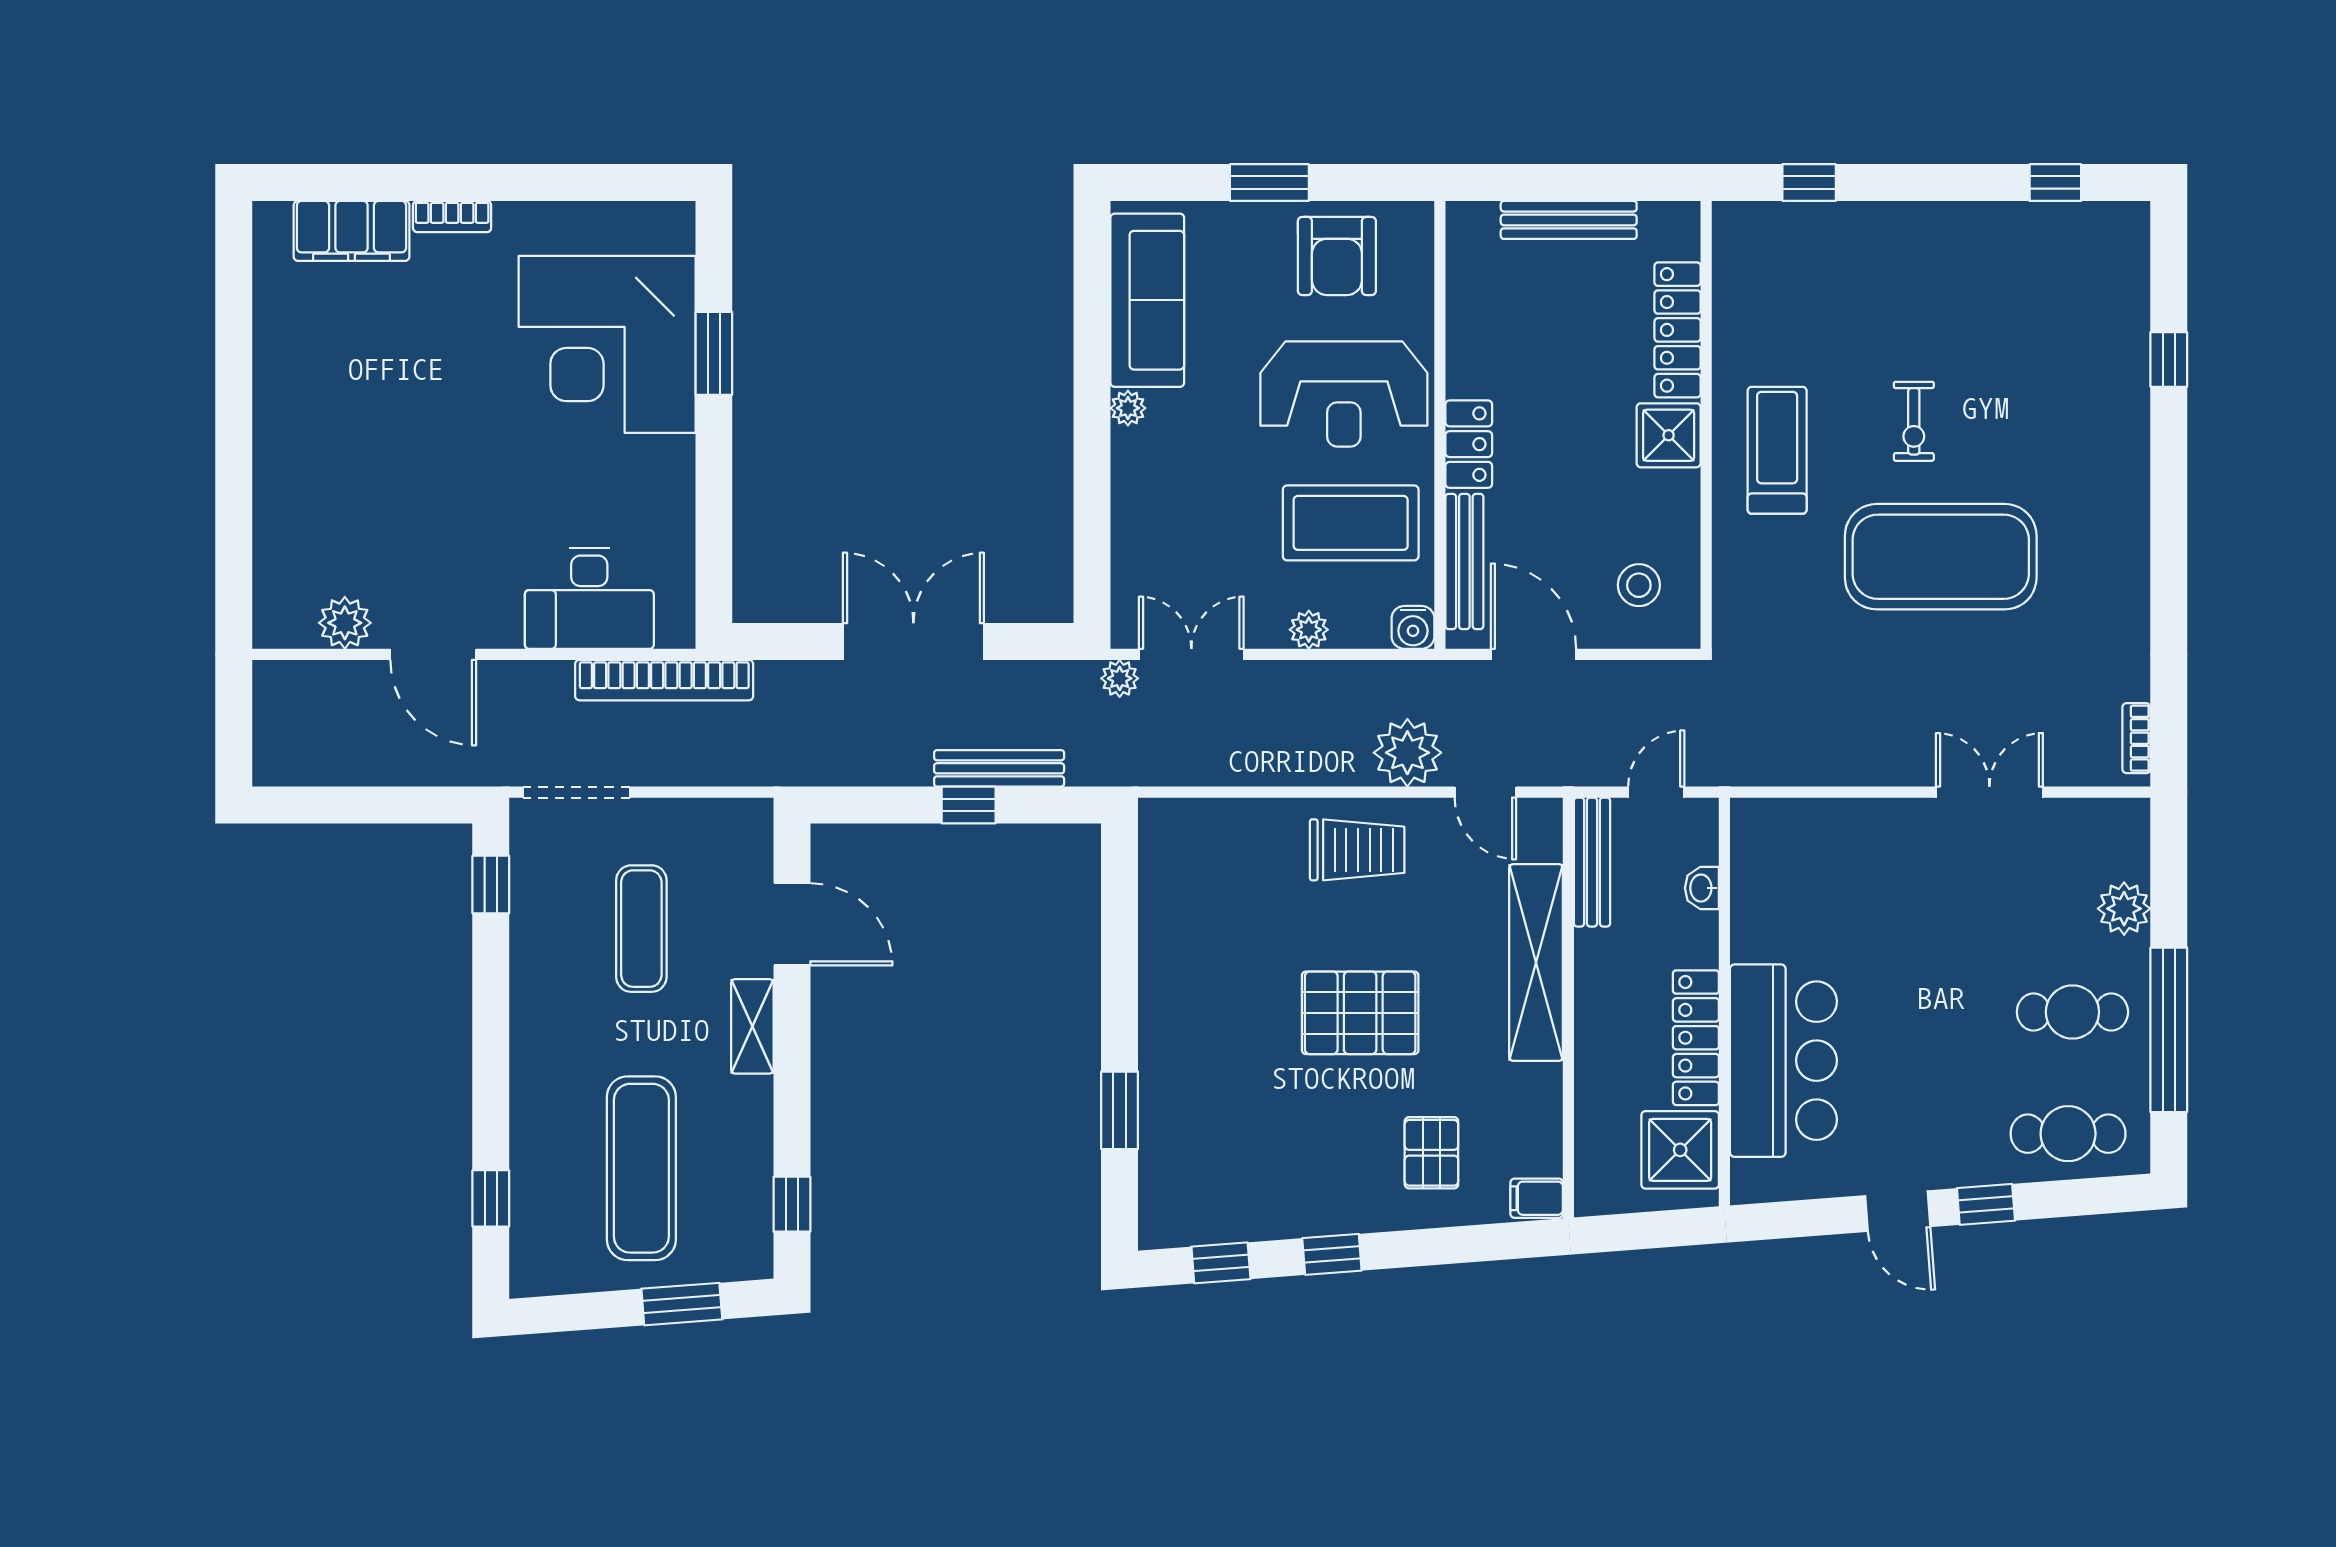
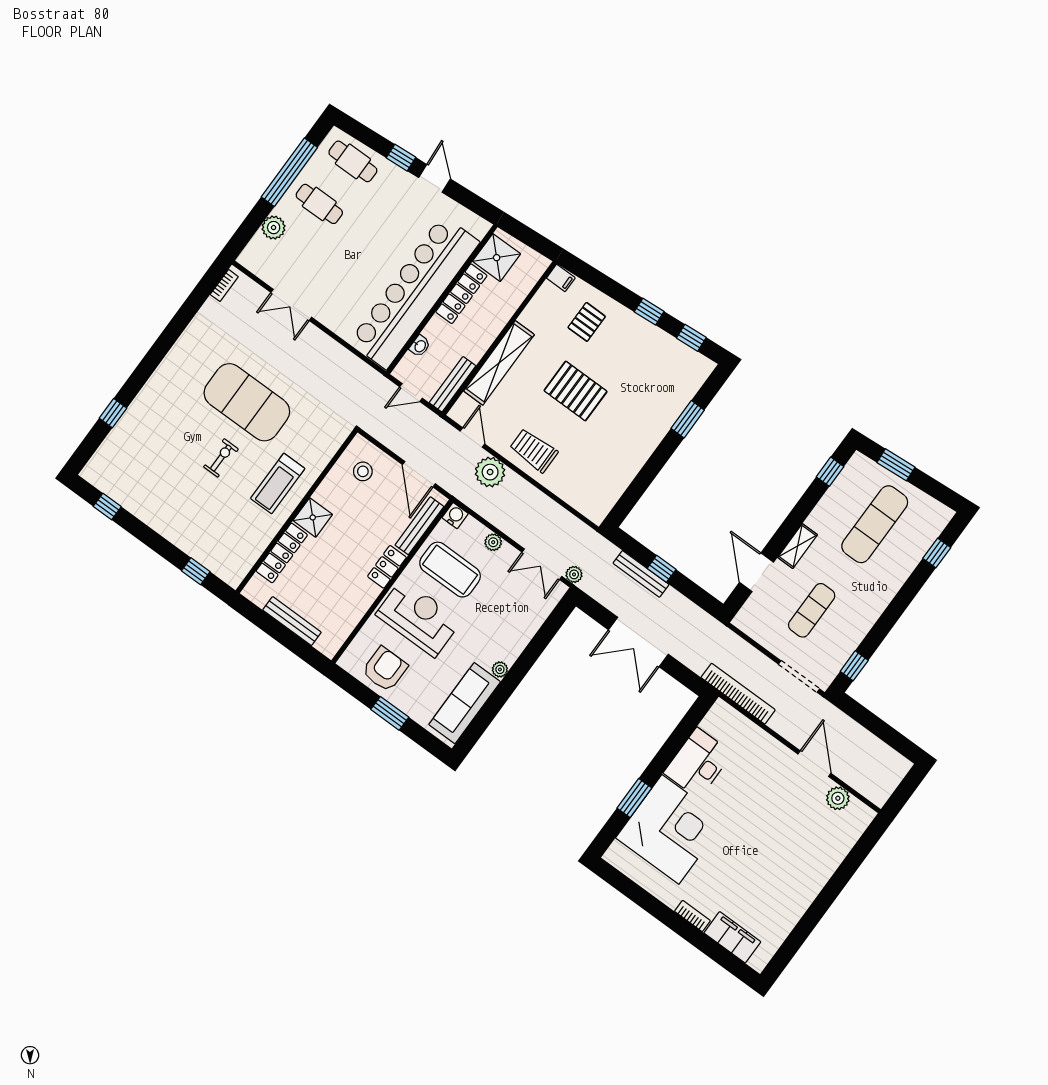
desk: (589, 598) -> (698, 763), moved, turned -90
bar counter: (1783, 1061) -> (414, 292), width x1.86

